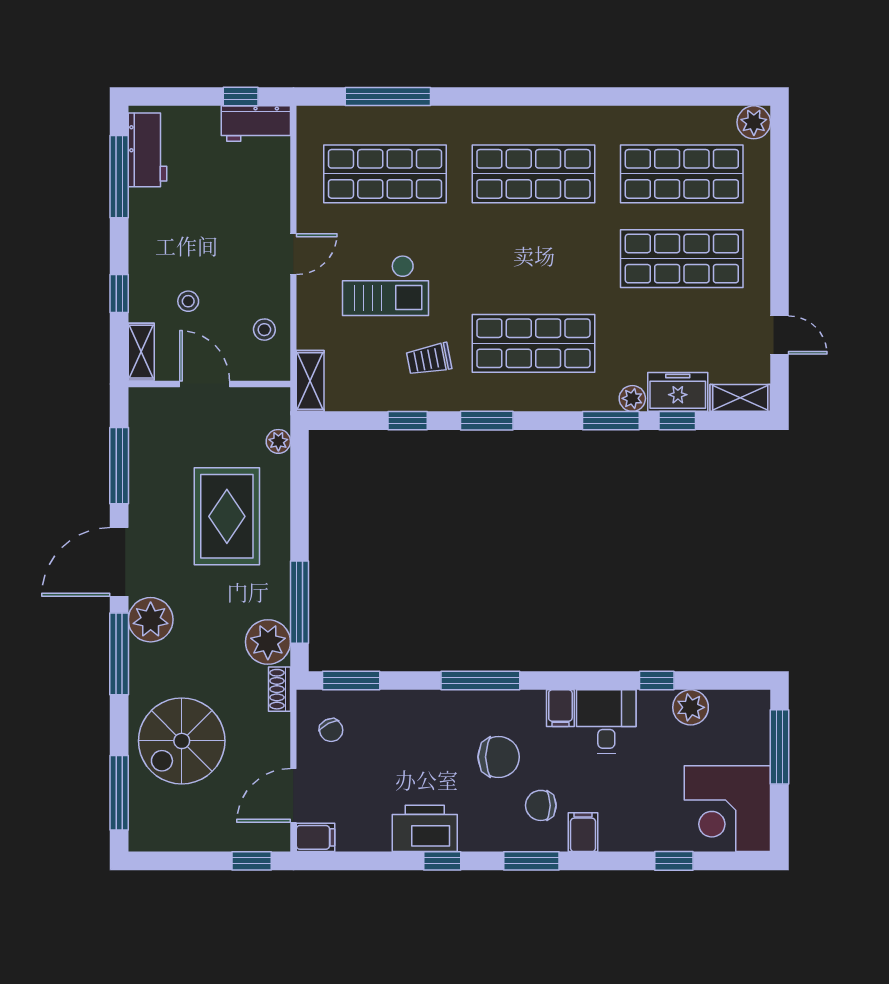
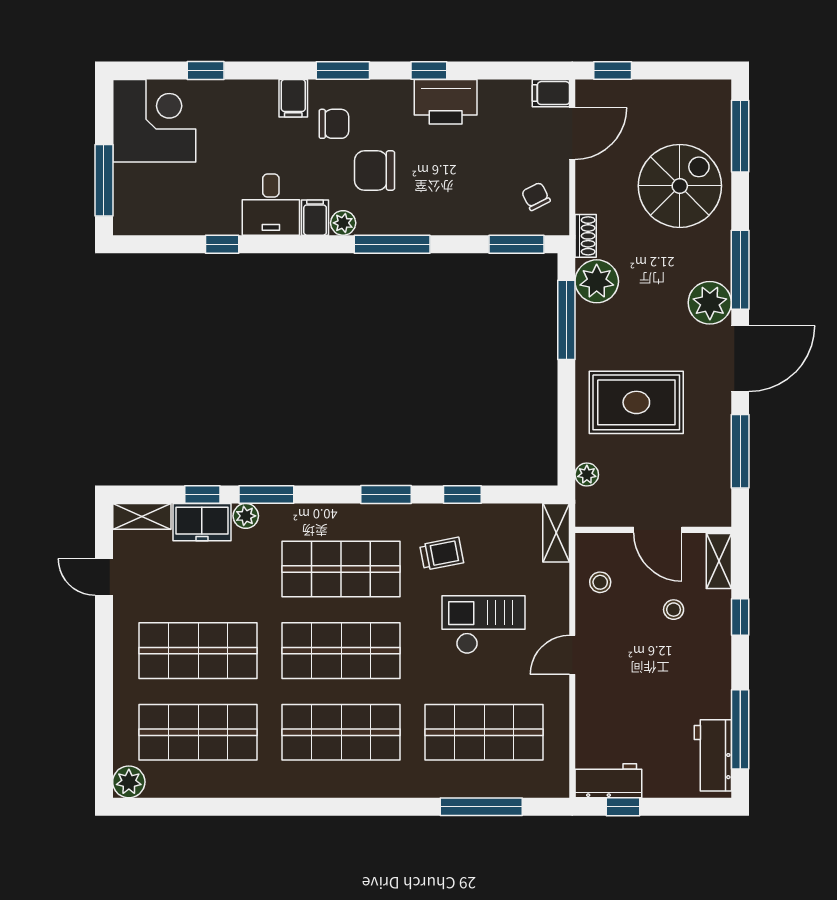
shop shelf: (533, 259) -> (341, 651), added
rug: (227, 516) -> (636, 402), turned 90
plant: (691, 707) -> (343, 223), moved, width x0.73, depth x0.73

